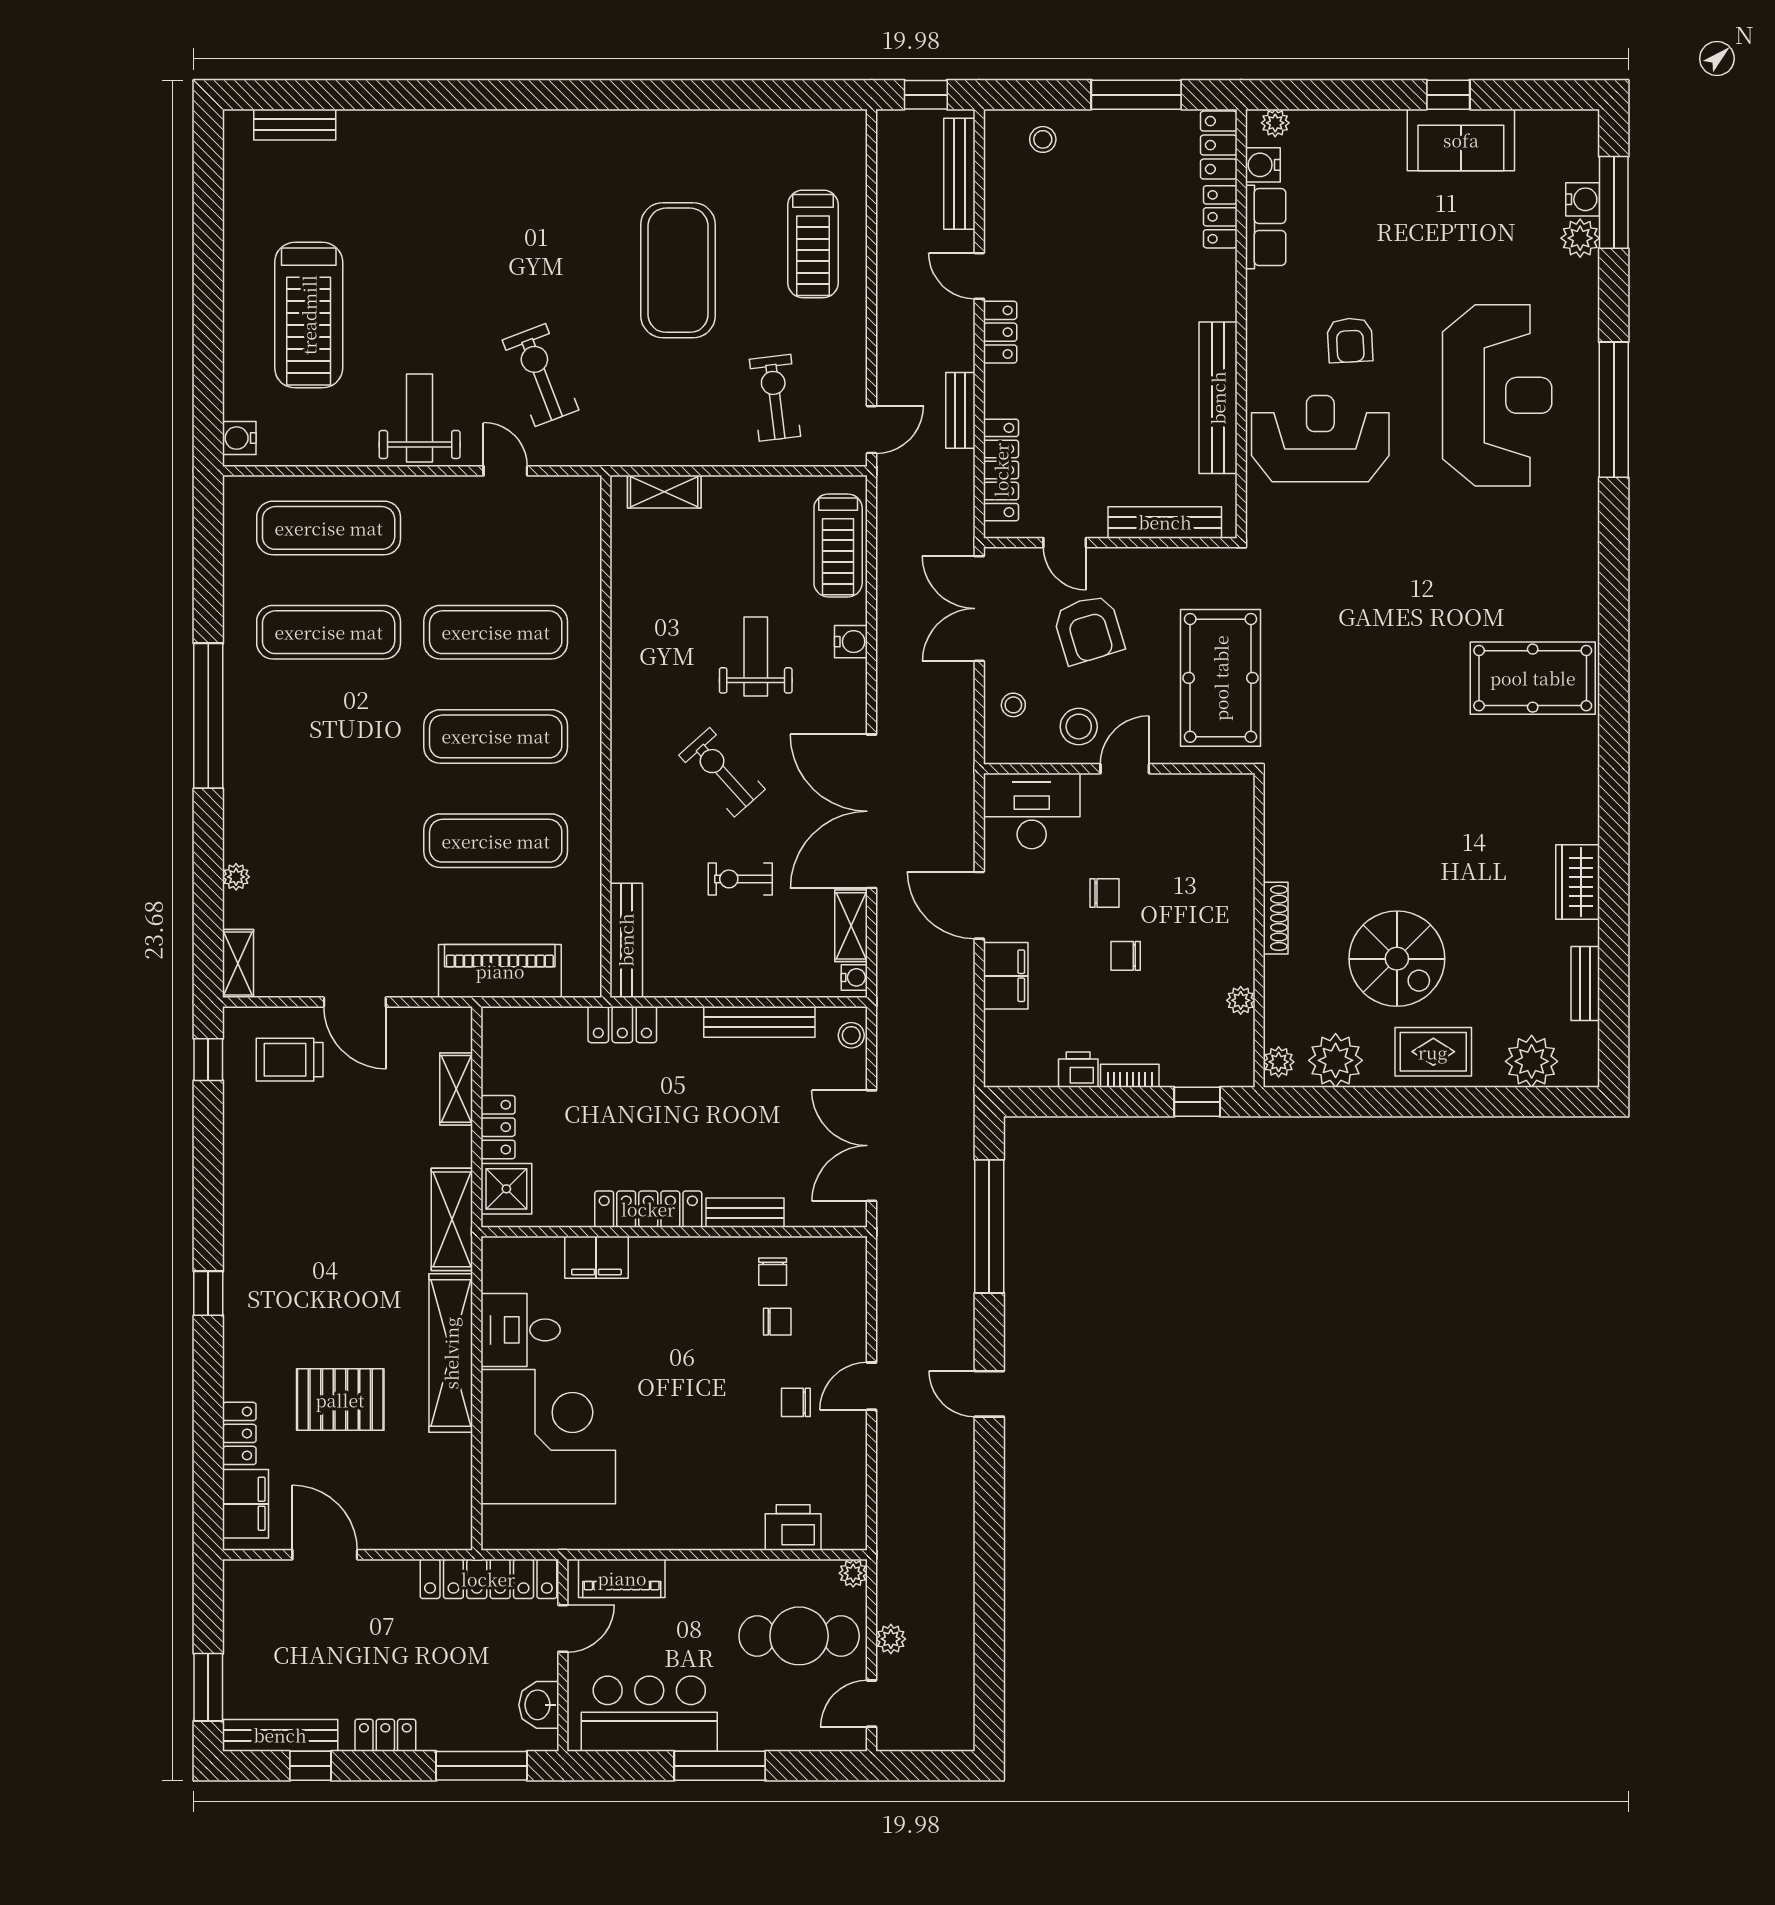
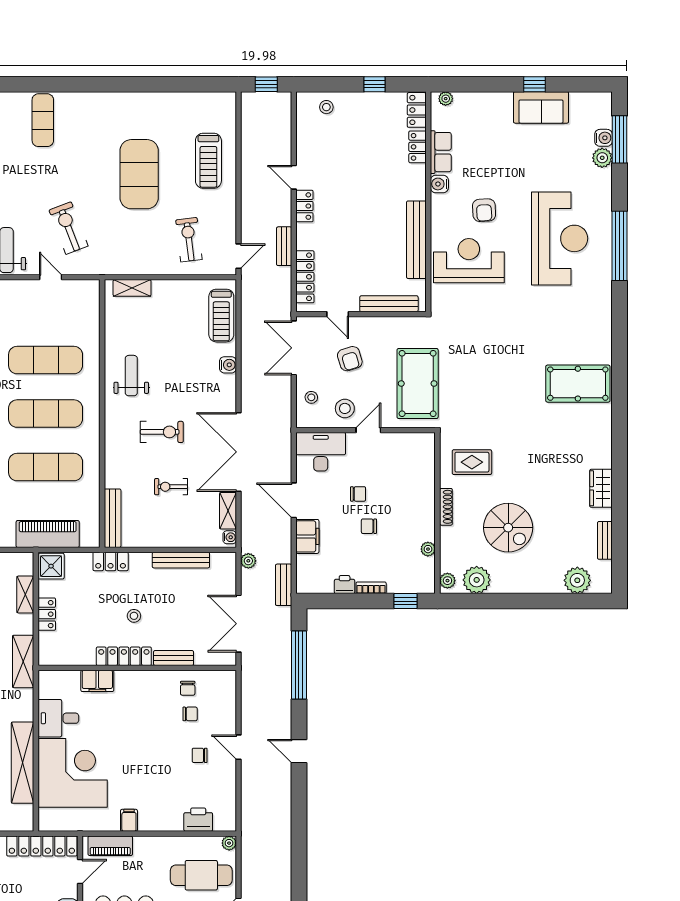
window: (1136, 95) -> (374, 84), width x0.46
exercise mat: (490, 165) -> (43, 120), added
water cooler: (1263, 165) -> (439, 184), moved
bench: (959, 174) -> (284, 585), moved, width x0.73
armchair: (1088, 629) -> (350, 359), width x0.72, depth x0.72
weight bench: (756, 657) -> (131, 376), moved
exercise bike: (722, 772) -> (162, 432), turned 132
stool: (851, 1035) -> (134, 616), moved
rug: (1433, 1052) -> (472, 462), moved
shower: (506, 1189) -> (51, 566), moved
shelving: (451, 1353) -> (22, 763), moved
door: (872, 1386) -> (238, 747), hinge flipped
filing cabinet: (658, 1529) -> (129, 820), added
plant: (891, 1639) -> (248, 561), moved

